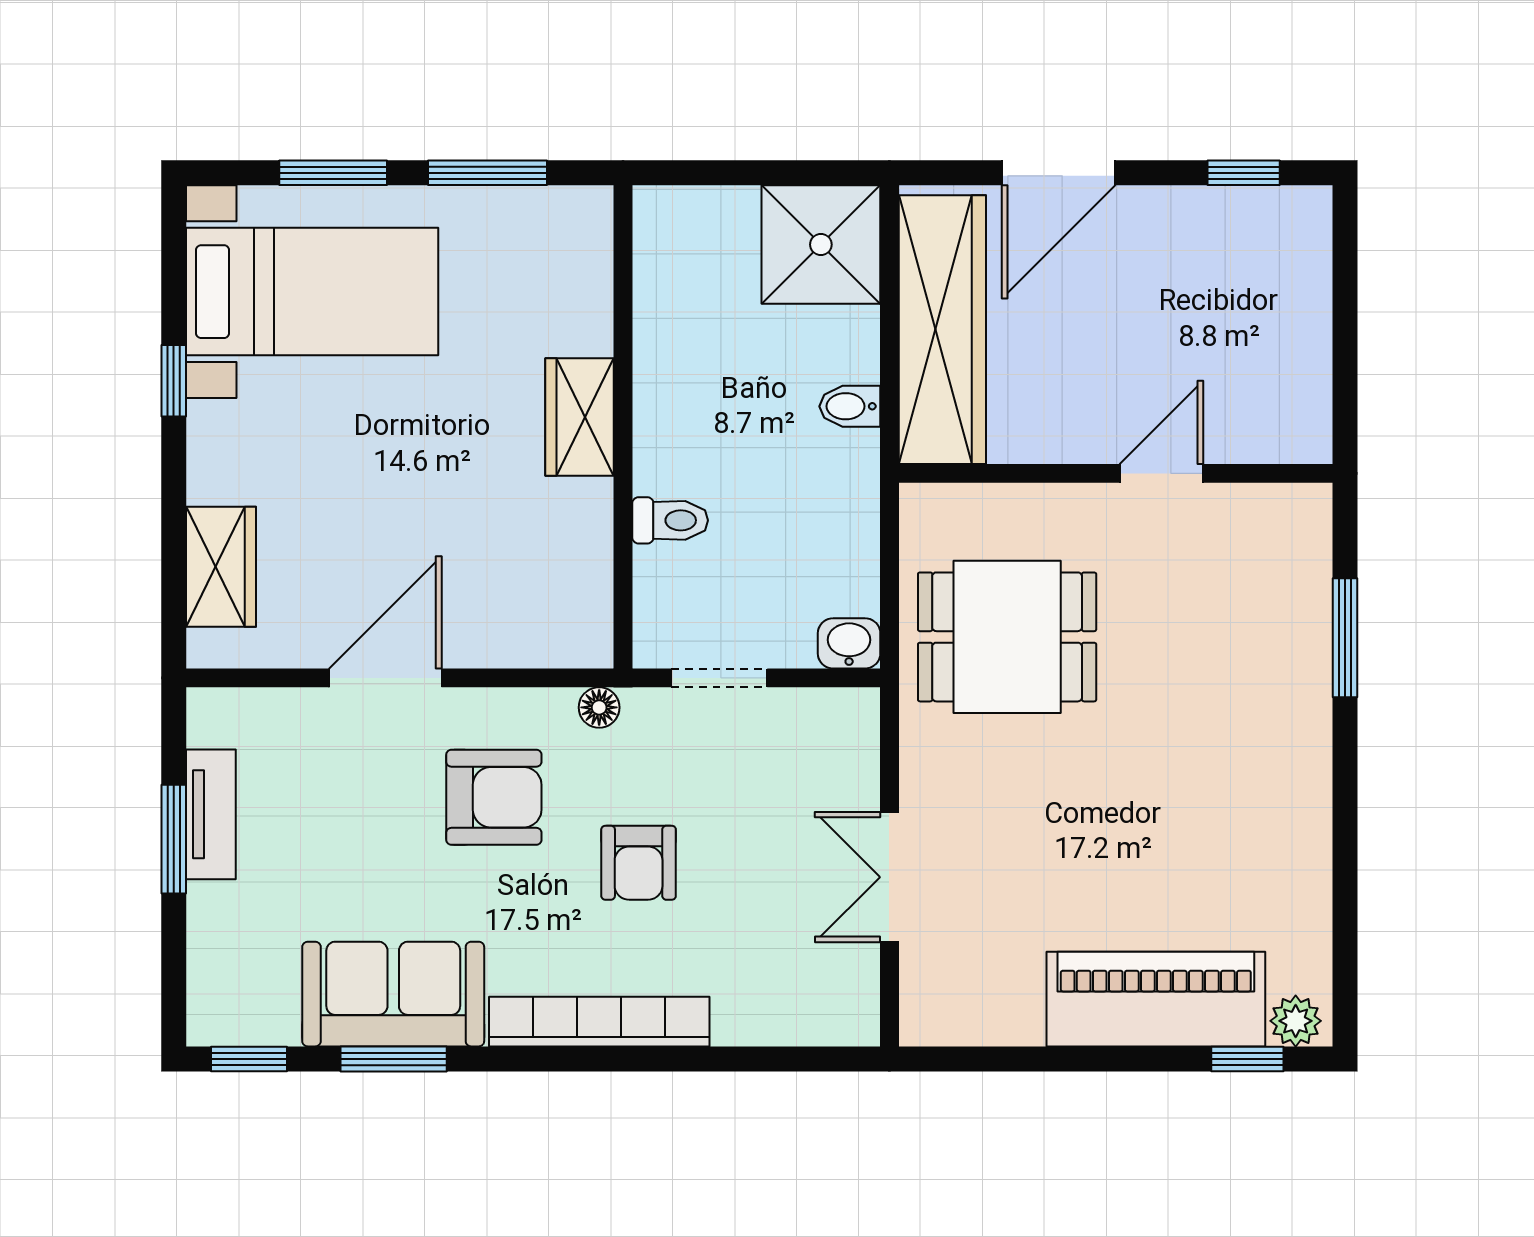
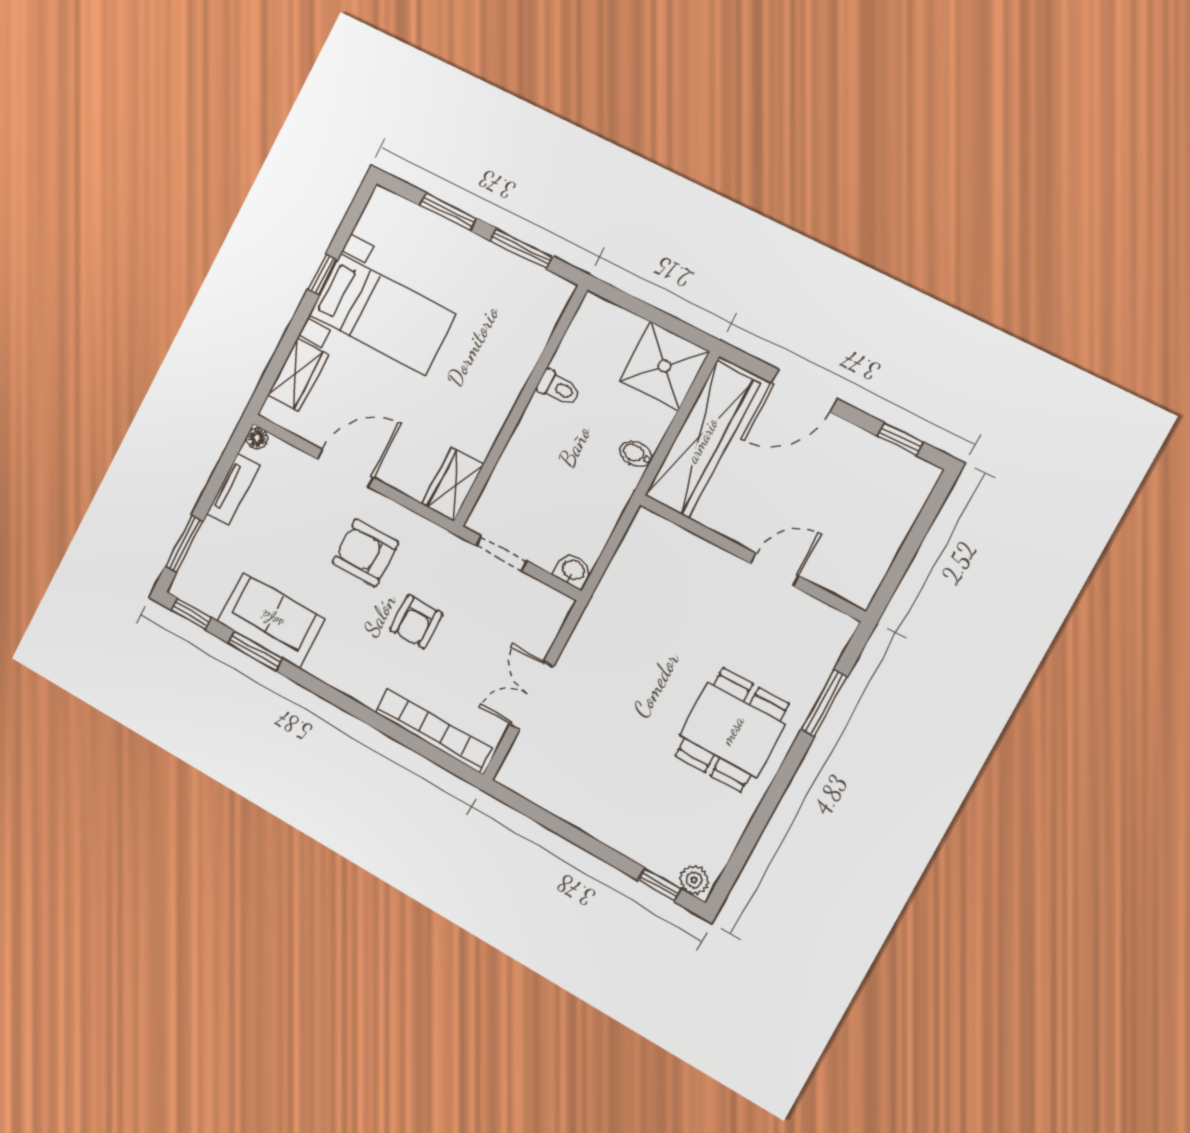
bed with nightstands: (312, 292) -> (382, 314), moved
wardrobe: (580, 417) -> (453, 484), moved
toilet: (670, 520) -> (559, 388), moved
dining table: (1007, 637) -> (732, 730), moved, turned 90
floor lamp: (599, 707) -> (257, 438), moved
armchair: (494, 797) -> (365, 553), turned 180
window: (174, 839) -> (184, 544), moved
piano: (1156, 999) -> (630, 829), removed
bookcase: (599, 1022) -> (433, 730), moved

